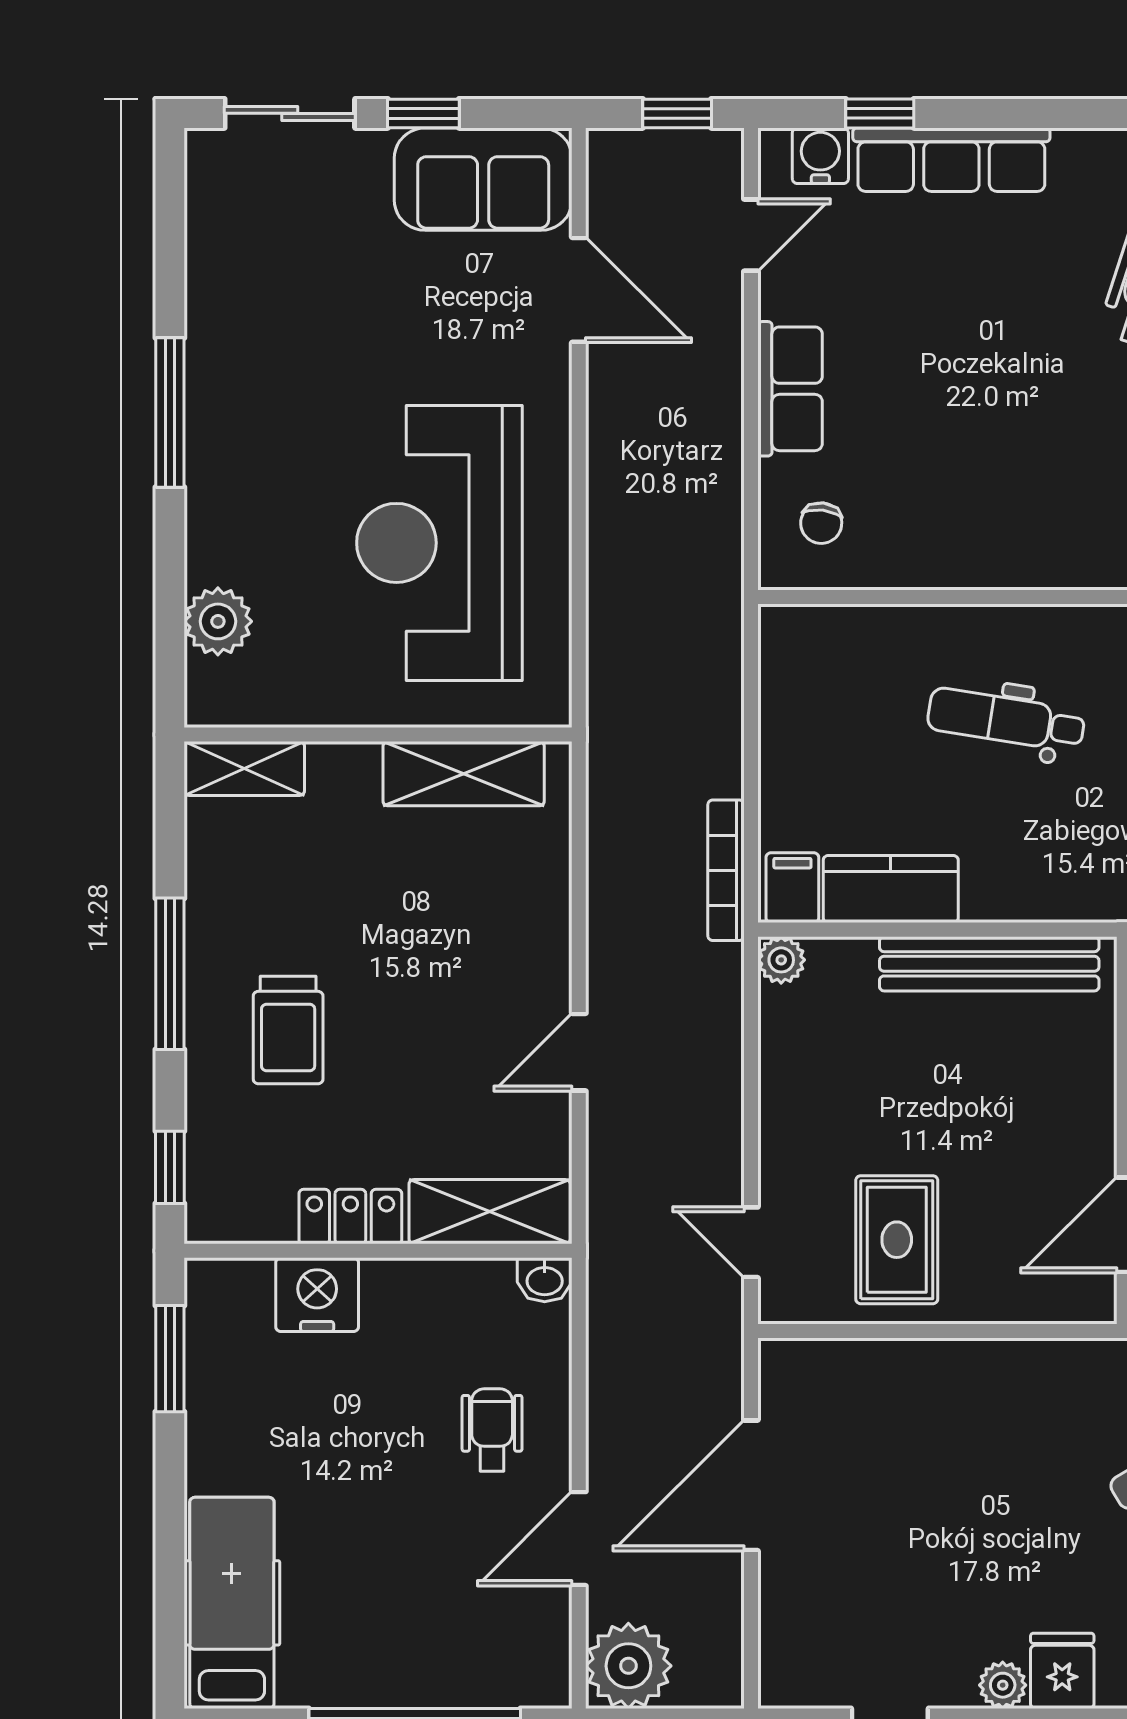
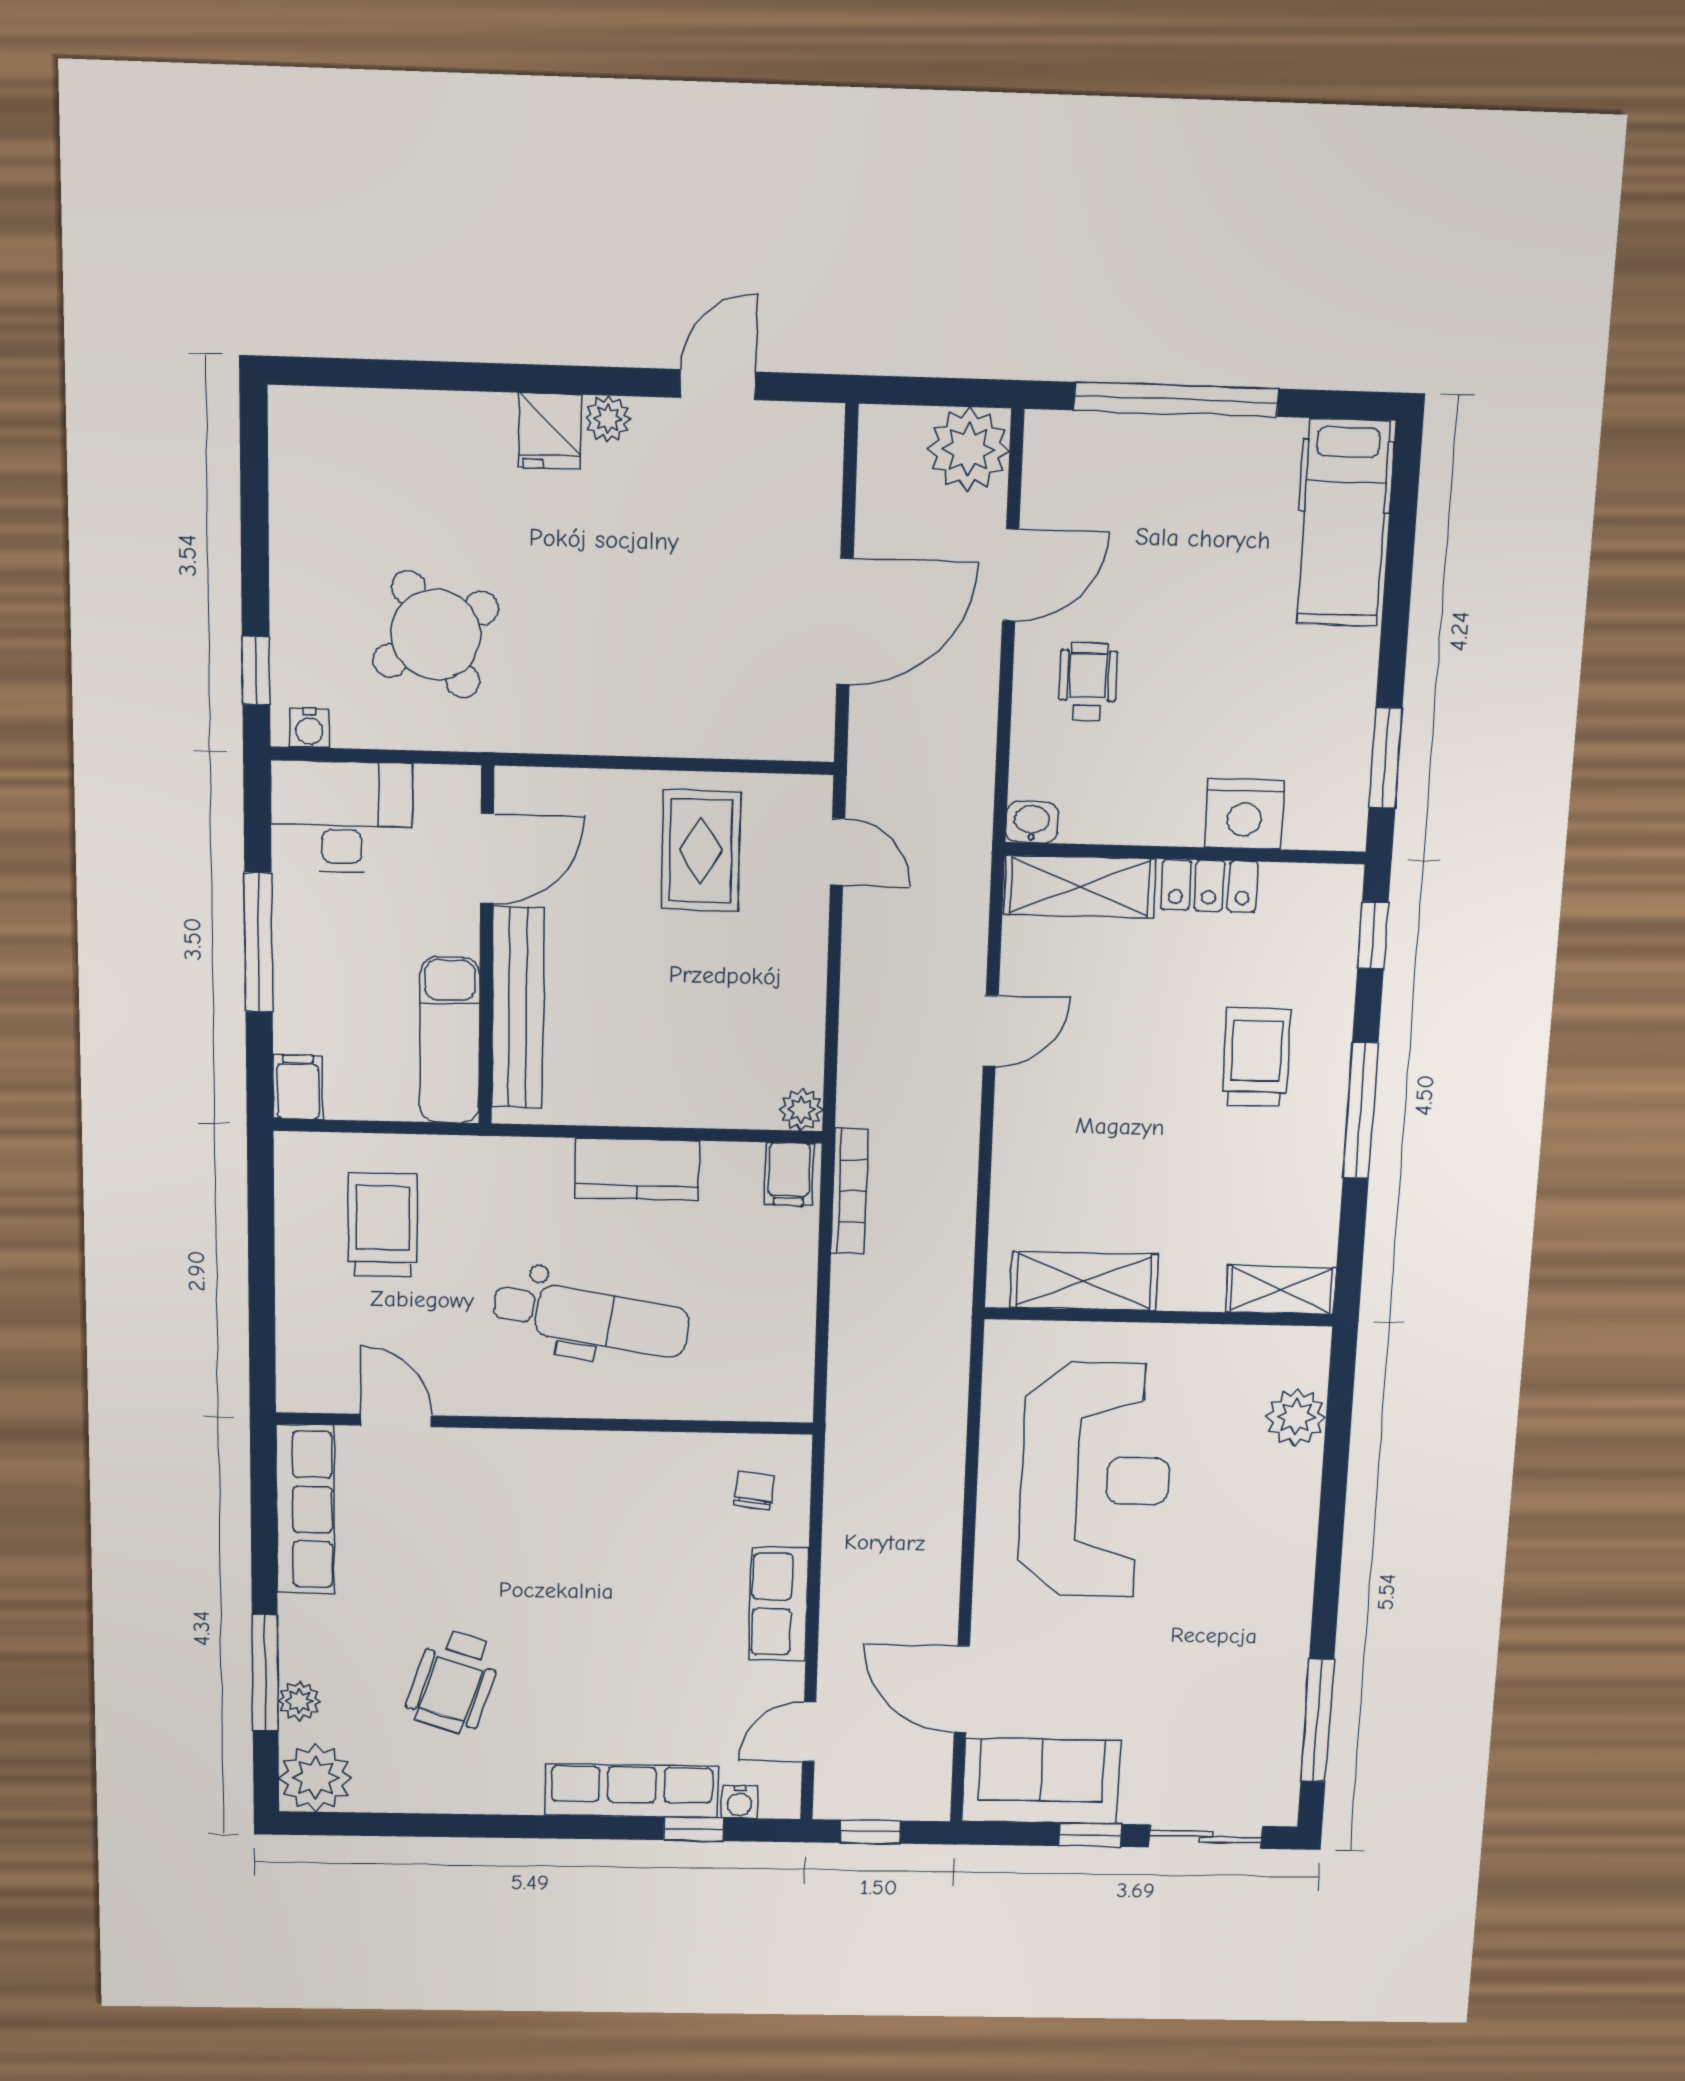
water cooler: (820, 156) -> (739, 1802), width x0.72, depth x0.72
window: (170, 413) -> (1317, 1720), moved
dental chair: (1006, 720) -> (591, 1318), width x1.36, depth x1.38
kitchen counter: (891, 889) -> (637, 1169), moved
bench: (989, 964) -> (518, 1008), moved, turned 90
wheelchair: (492, 1430) -> (1088, 682), turned 180

